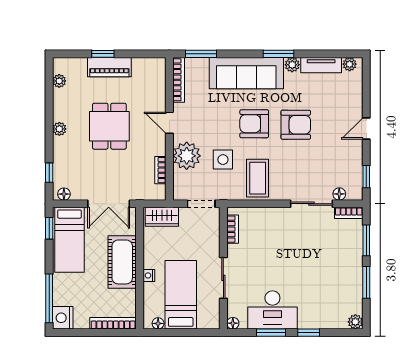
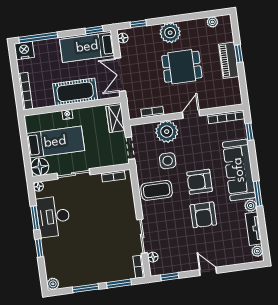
window: (201, 54) -> (249, 132), width x0.67
armchair: (254, 124) -> (200, 182), turned -90
plant: (59, 129) -> (170, 33), width x1.87, depth x1.87
floor lamp: (158, 323) -> (40, 167), moved, width x1.89, depth x1.89

